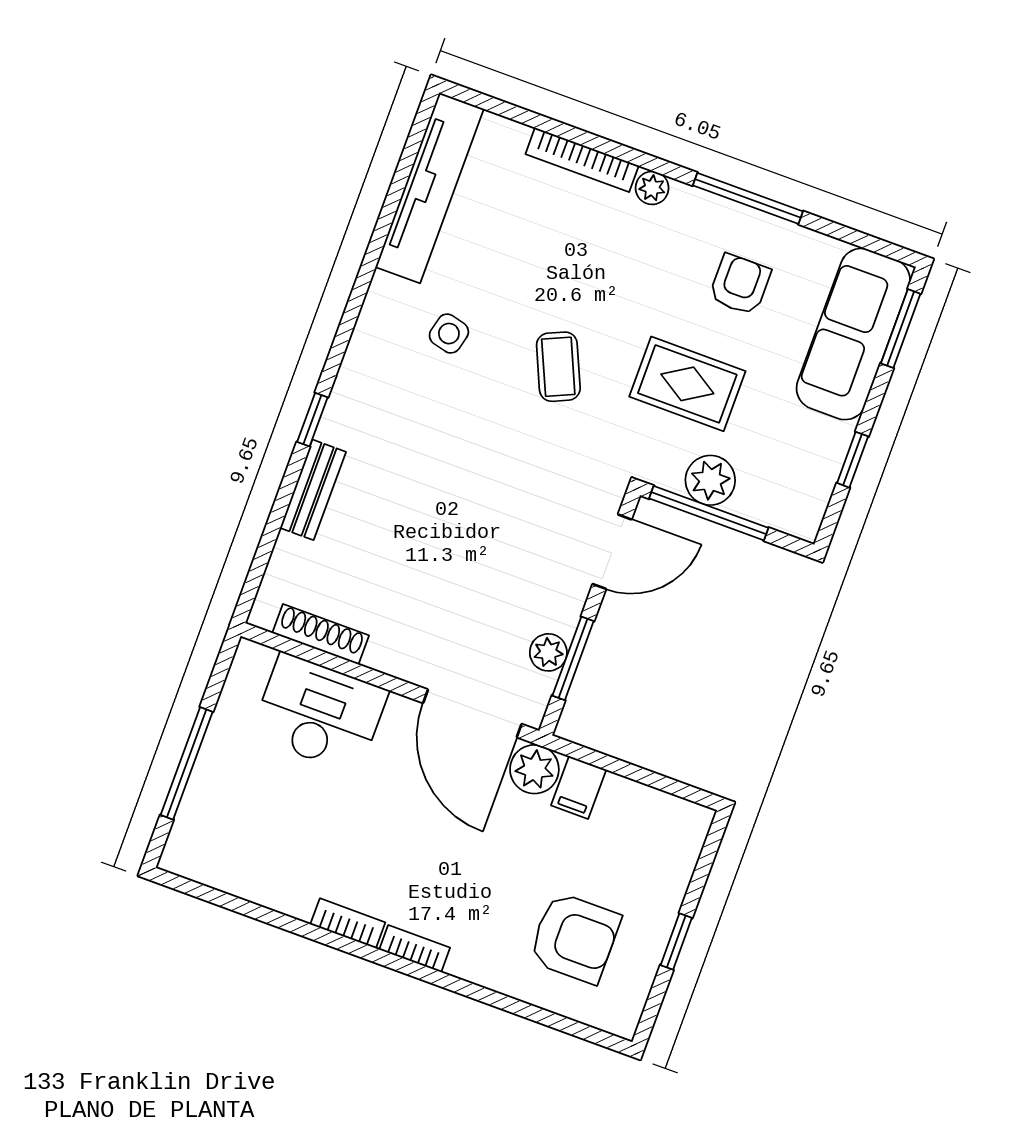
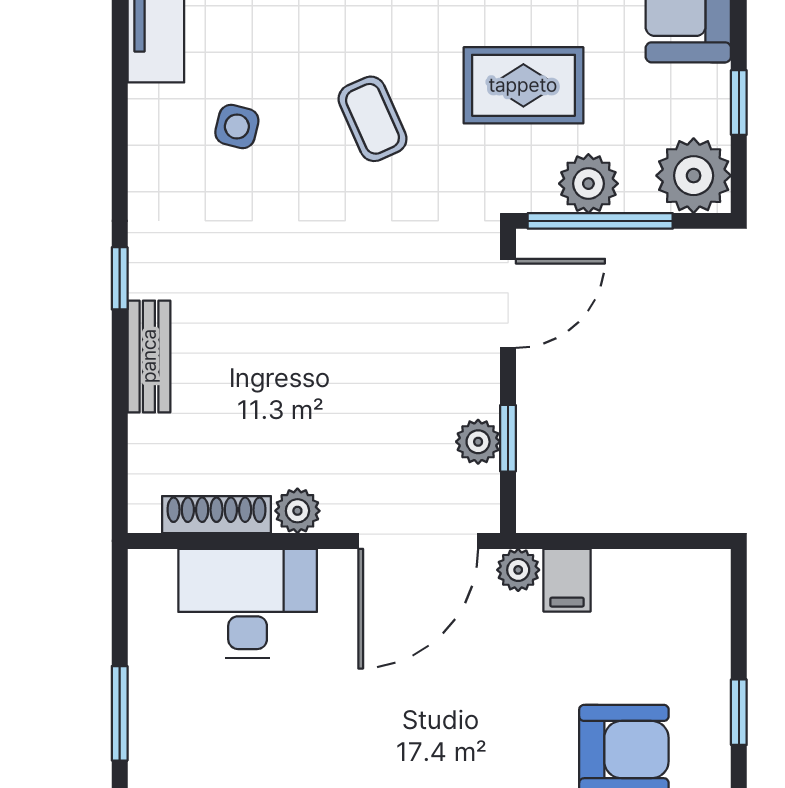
plant: (796, 504) -> (694, 176), added
plant: (386, 655) -> (297, 511), added
window: (573, 658) -> (508, 438), width x0.67
door: (472, 713) -> (418, 541), hinge flipped
window: (187, 763) -> (120, 713), width x0.69
plant: (534, 769) -> (518, 570), width x0.73, depth x0.73

